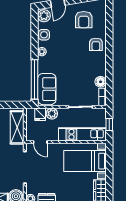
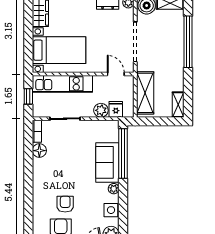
armchair: (96, 44) -> (65, 204), moved
sofa: (47, 89) -> (107, 162), moved

